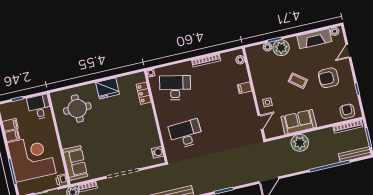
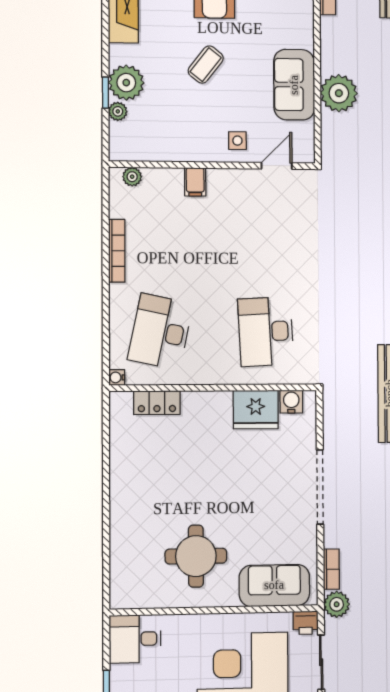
fridge: (108, 88) -> (256, 410), moved, turned 90
round table: (77, 109) -> (196, 556), moved
door: (260, 122) -> (277, 166), hinge flipped

